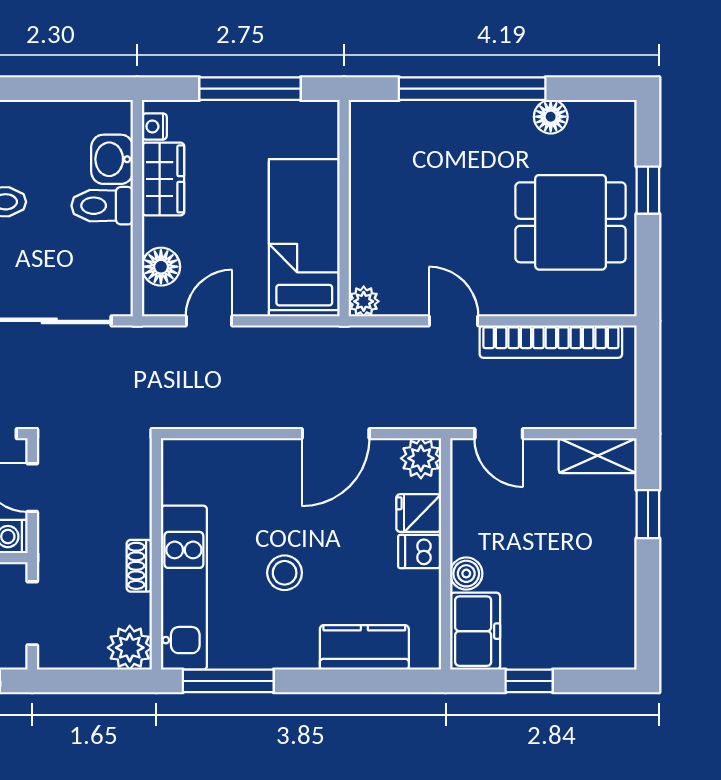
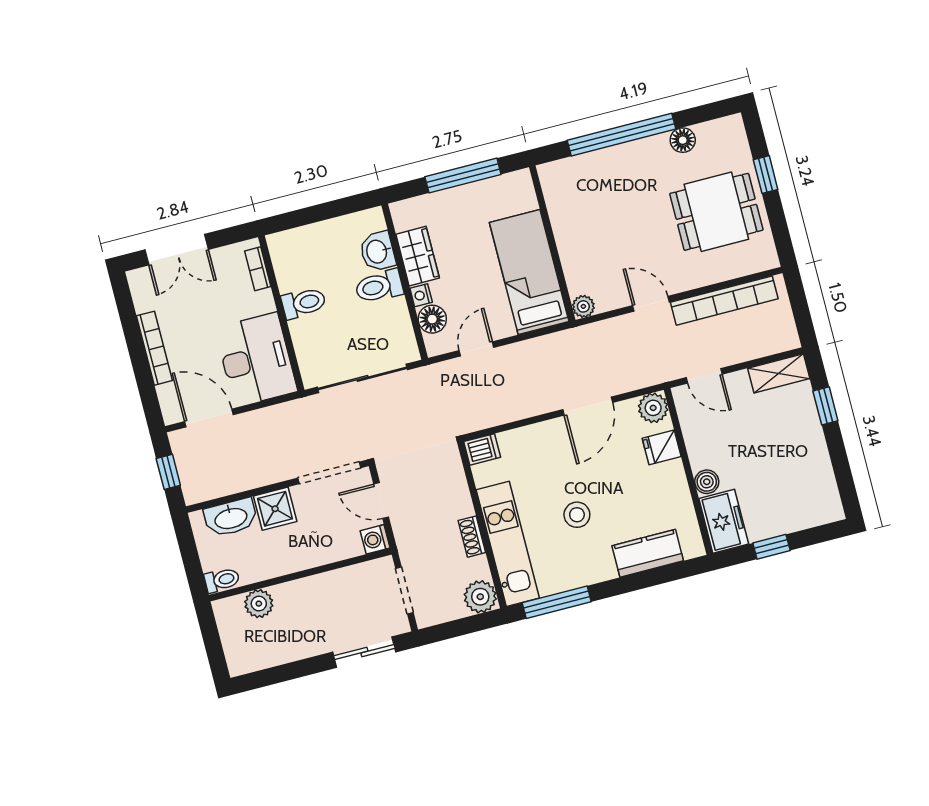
nightstand: (154, 126) -> (421, 295), moved
dishwasher: (420, 552) -> (482, 449), moved, turned 180

